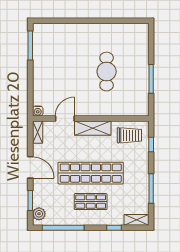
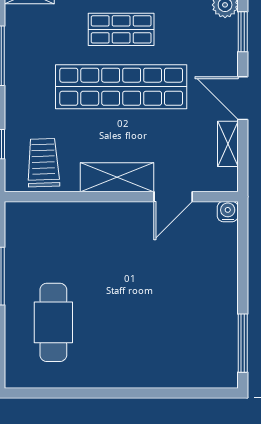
cafe table: (107, 72) -> (53, 322), moved
shelving: (38, 132) -> (228, 144), moved
trolley: (129, 135) -> (43, 163), turned 88

